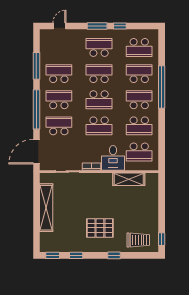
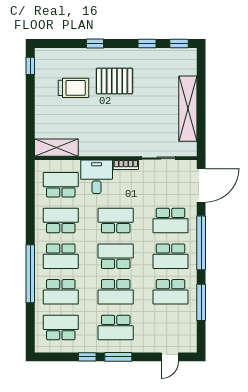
shelving: (129, 179) -> (56, 148), moved
trolley: (138, 240) -> (74, 88), moved, turned 180

